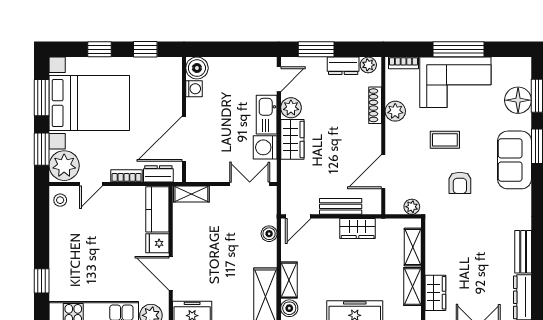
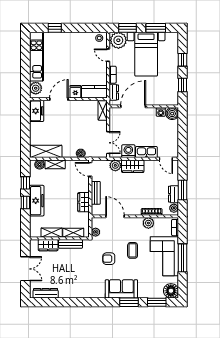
window: (316, 49) -> (182, 190), moved
floor lamp: (518, 100) -> (171, 291), moved
bed with nightstands: (89, 103) -> (146, 54), width x0.73
plant: (291, 108) -> (115, 165), moved
door: (184, 139) -> (133, 106), hinge flipped
bench: (523, 252) -> (71, 244), moved

